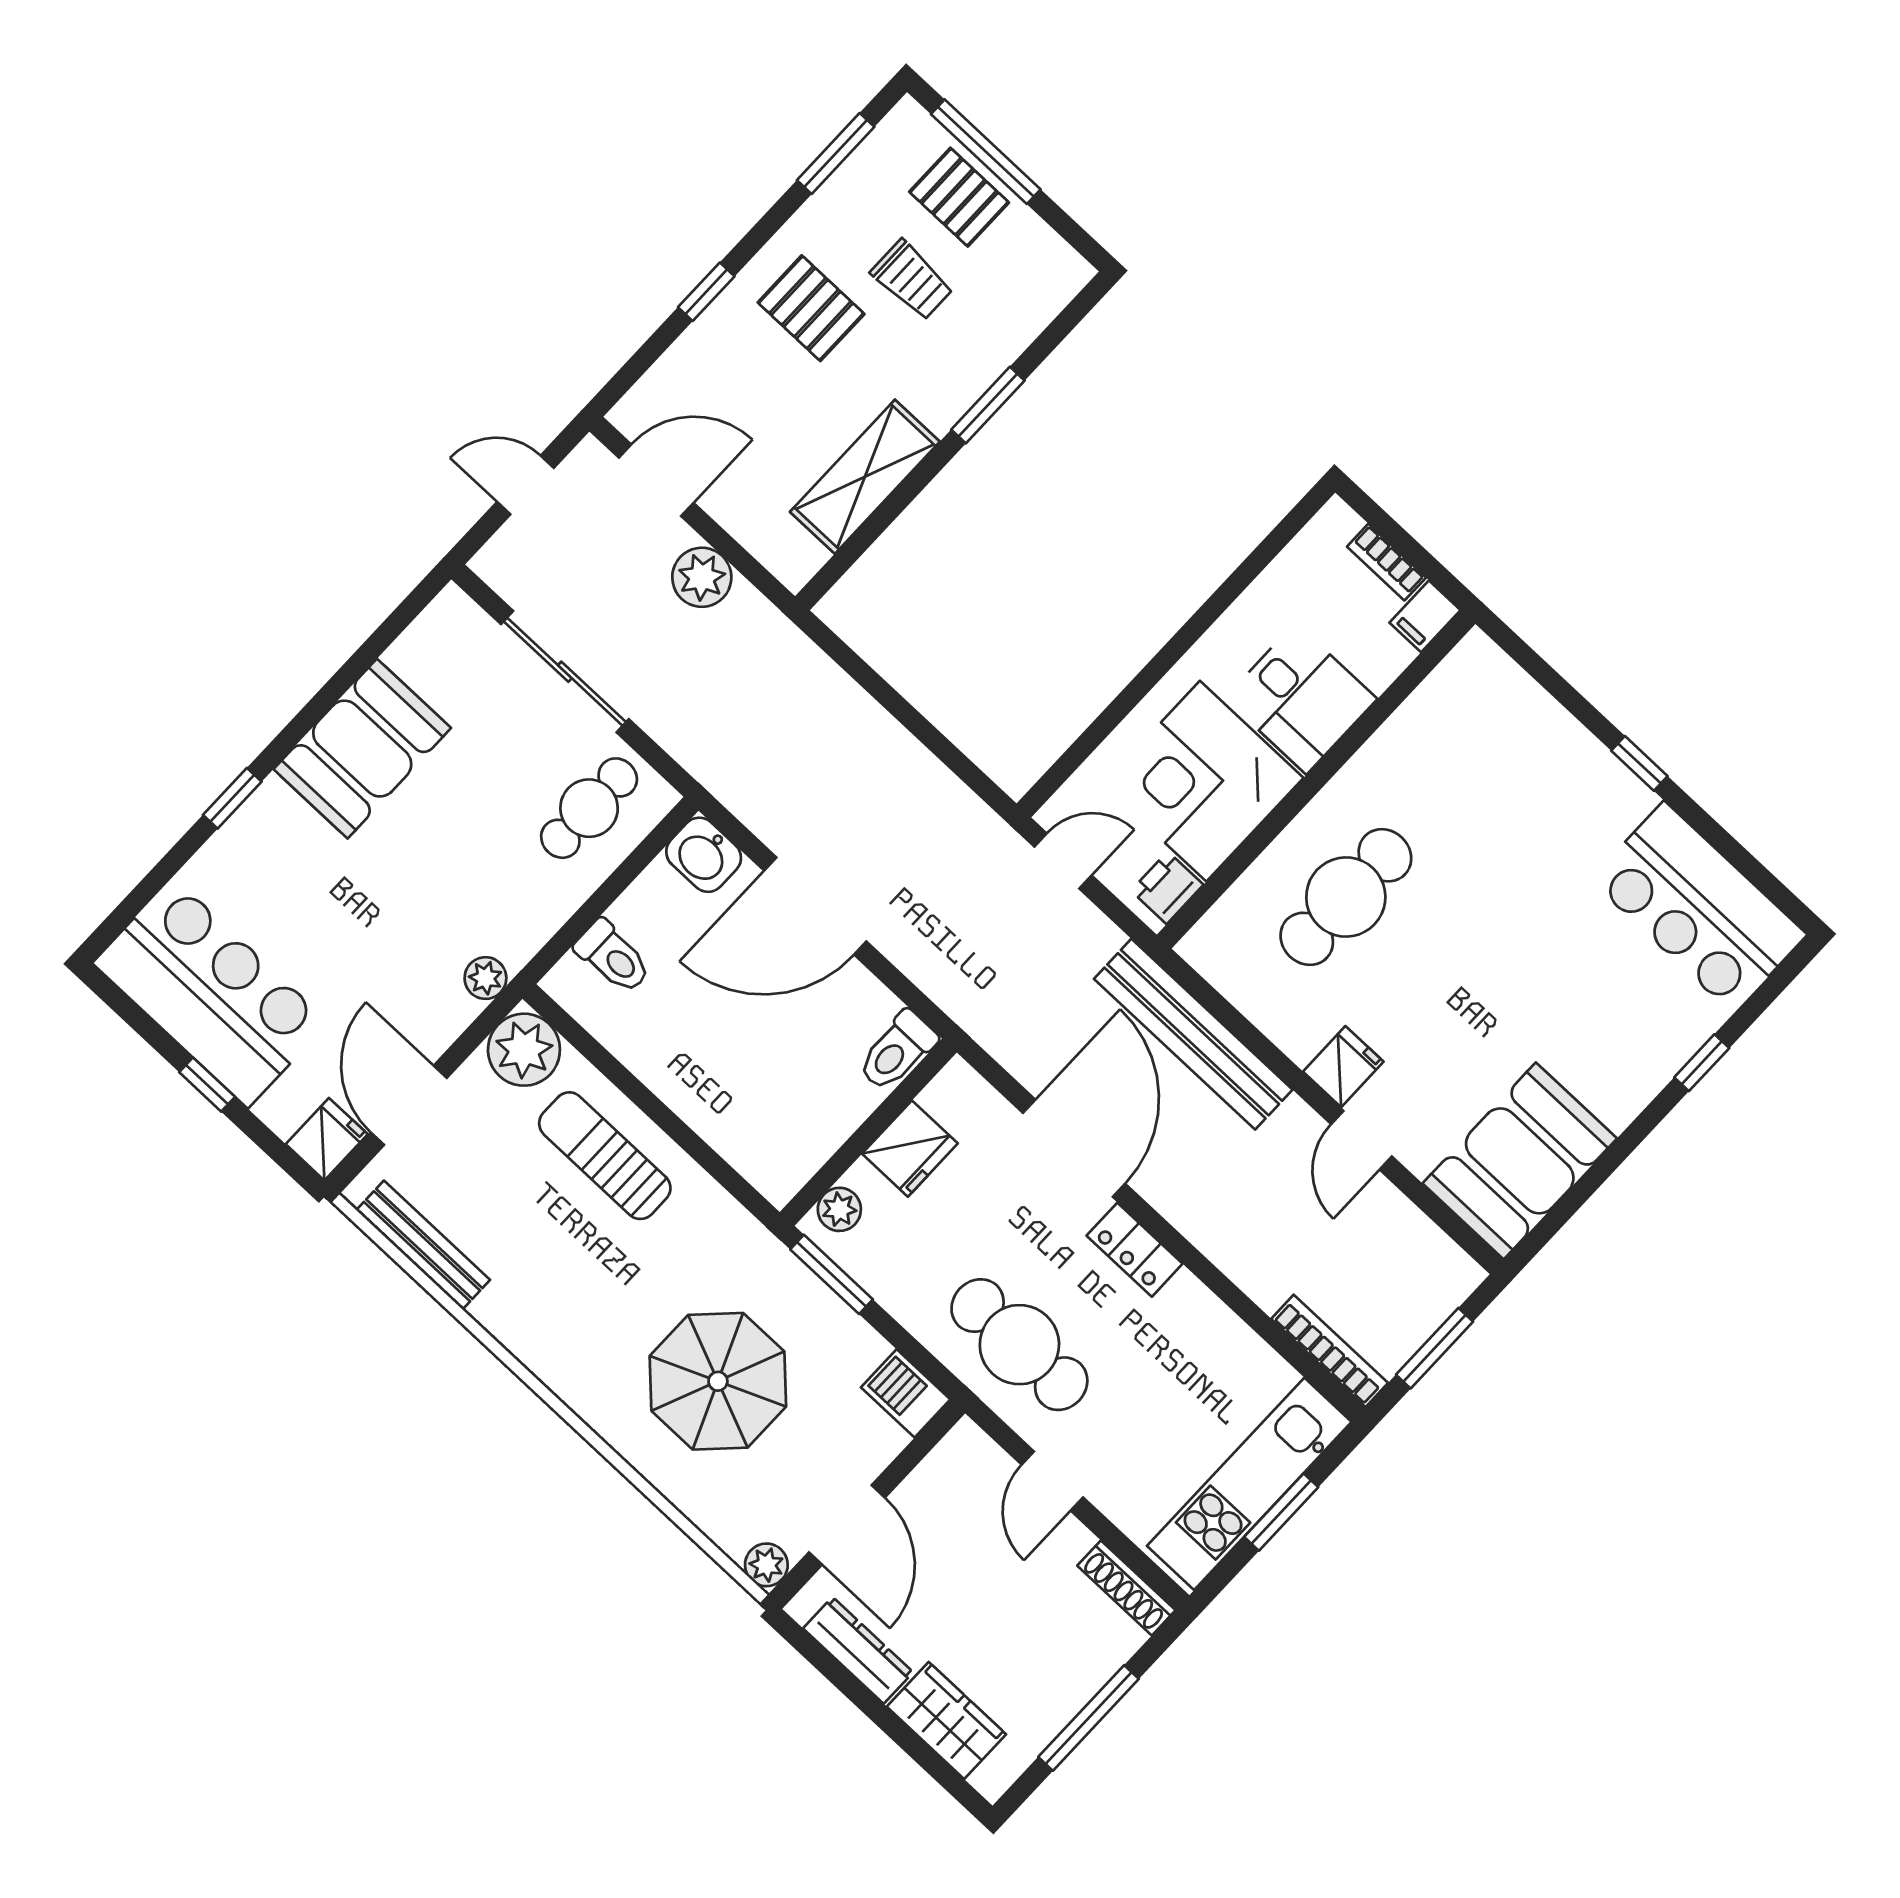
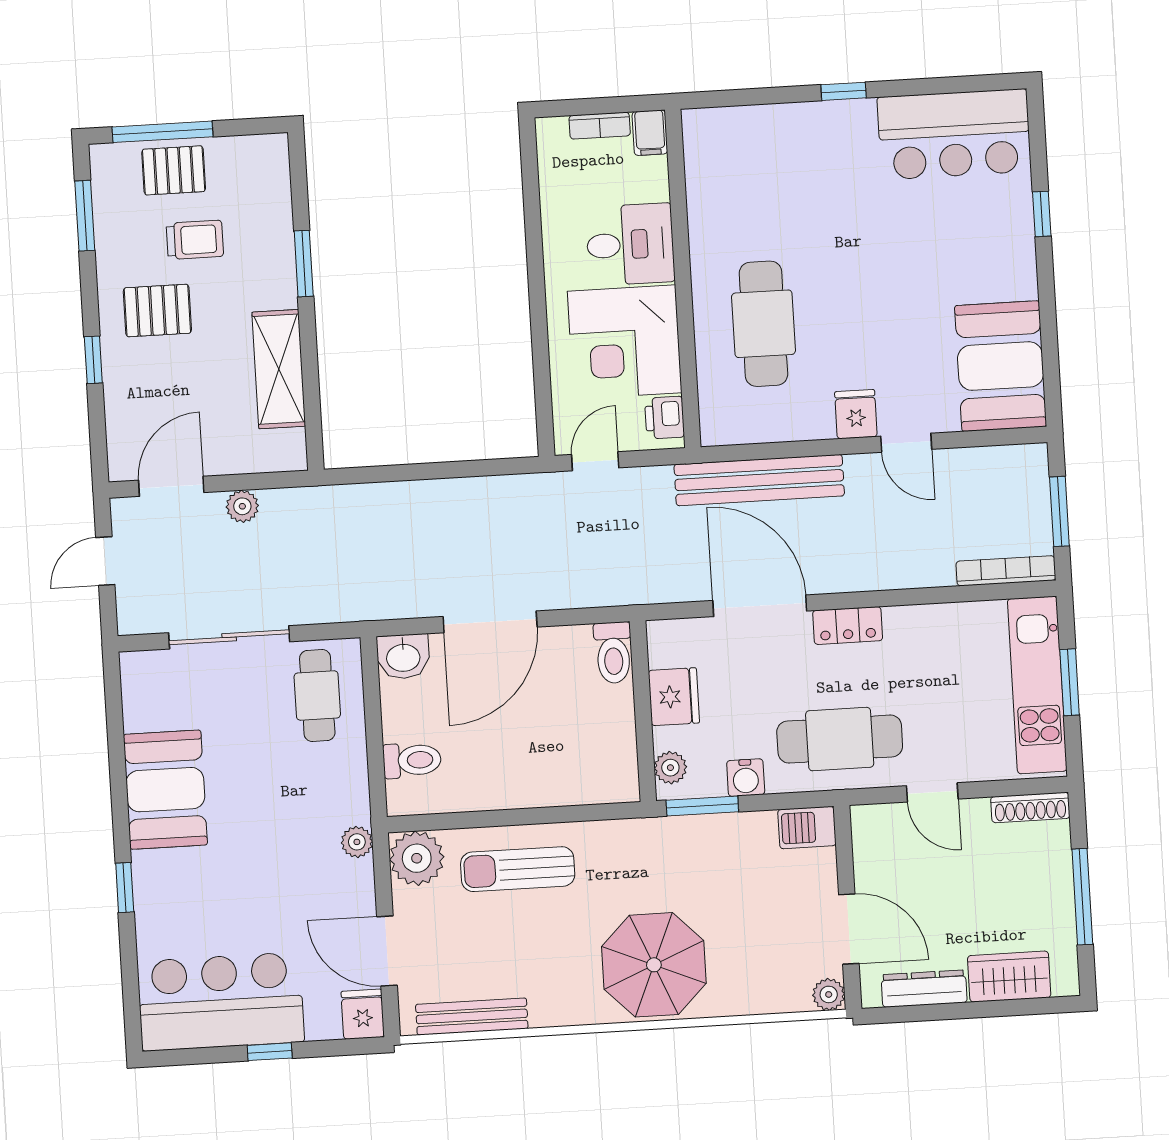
plant: (702, 577) -> (242, 506), width x0.73, depth x0.73
water cooler: (898, 1290) -> (746, 778), added
parasol: (718, 1381) -> (654, 965), moved

